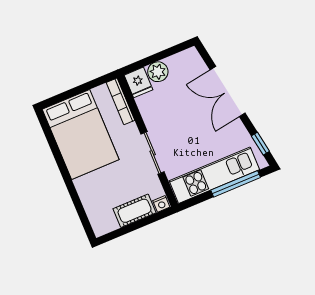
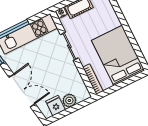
fridge: (138, 82) -> (56, 106), moved

